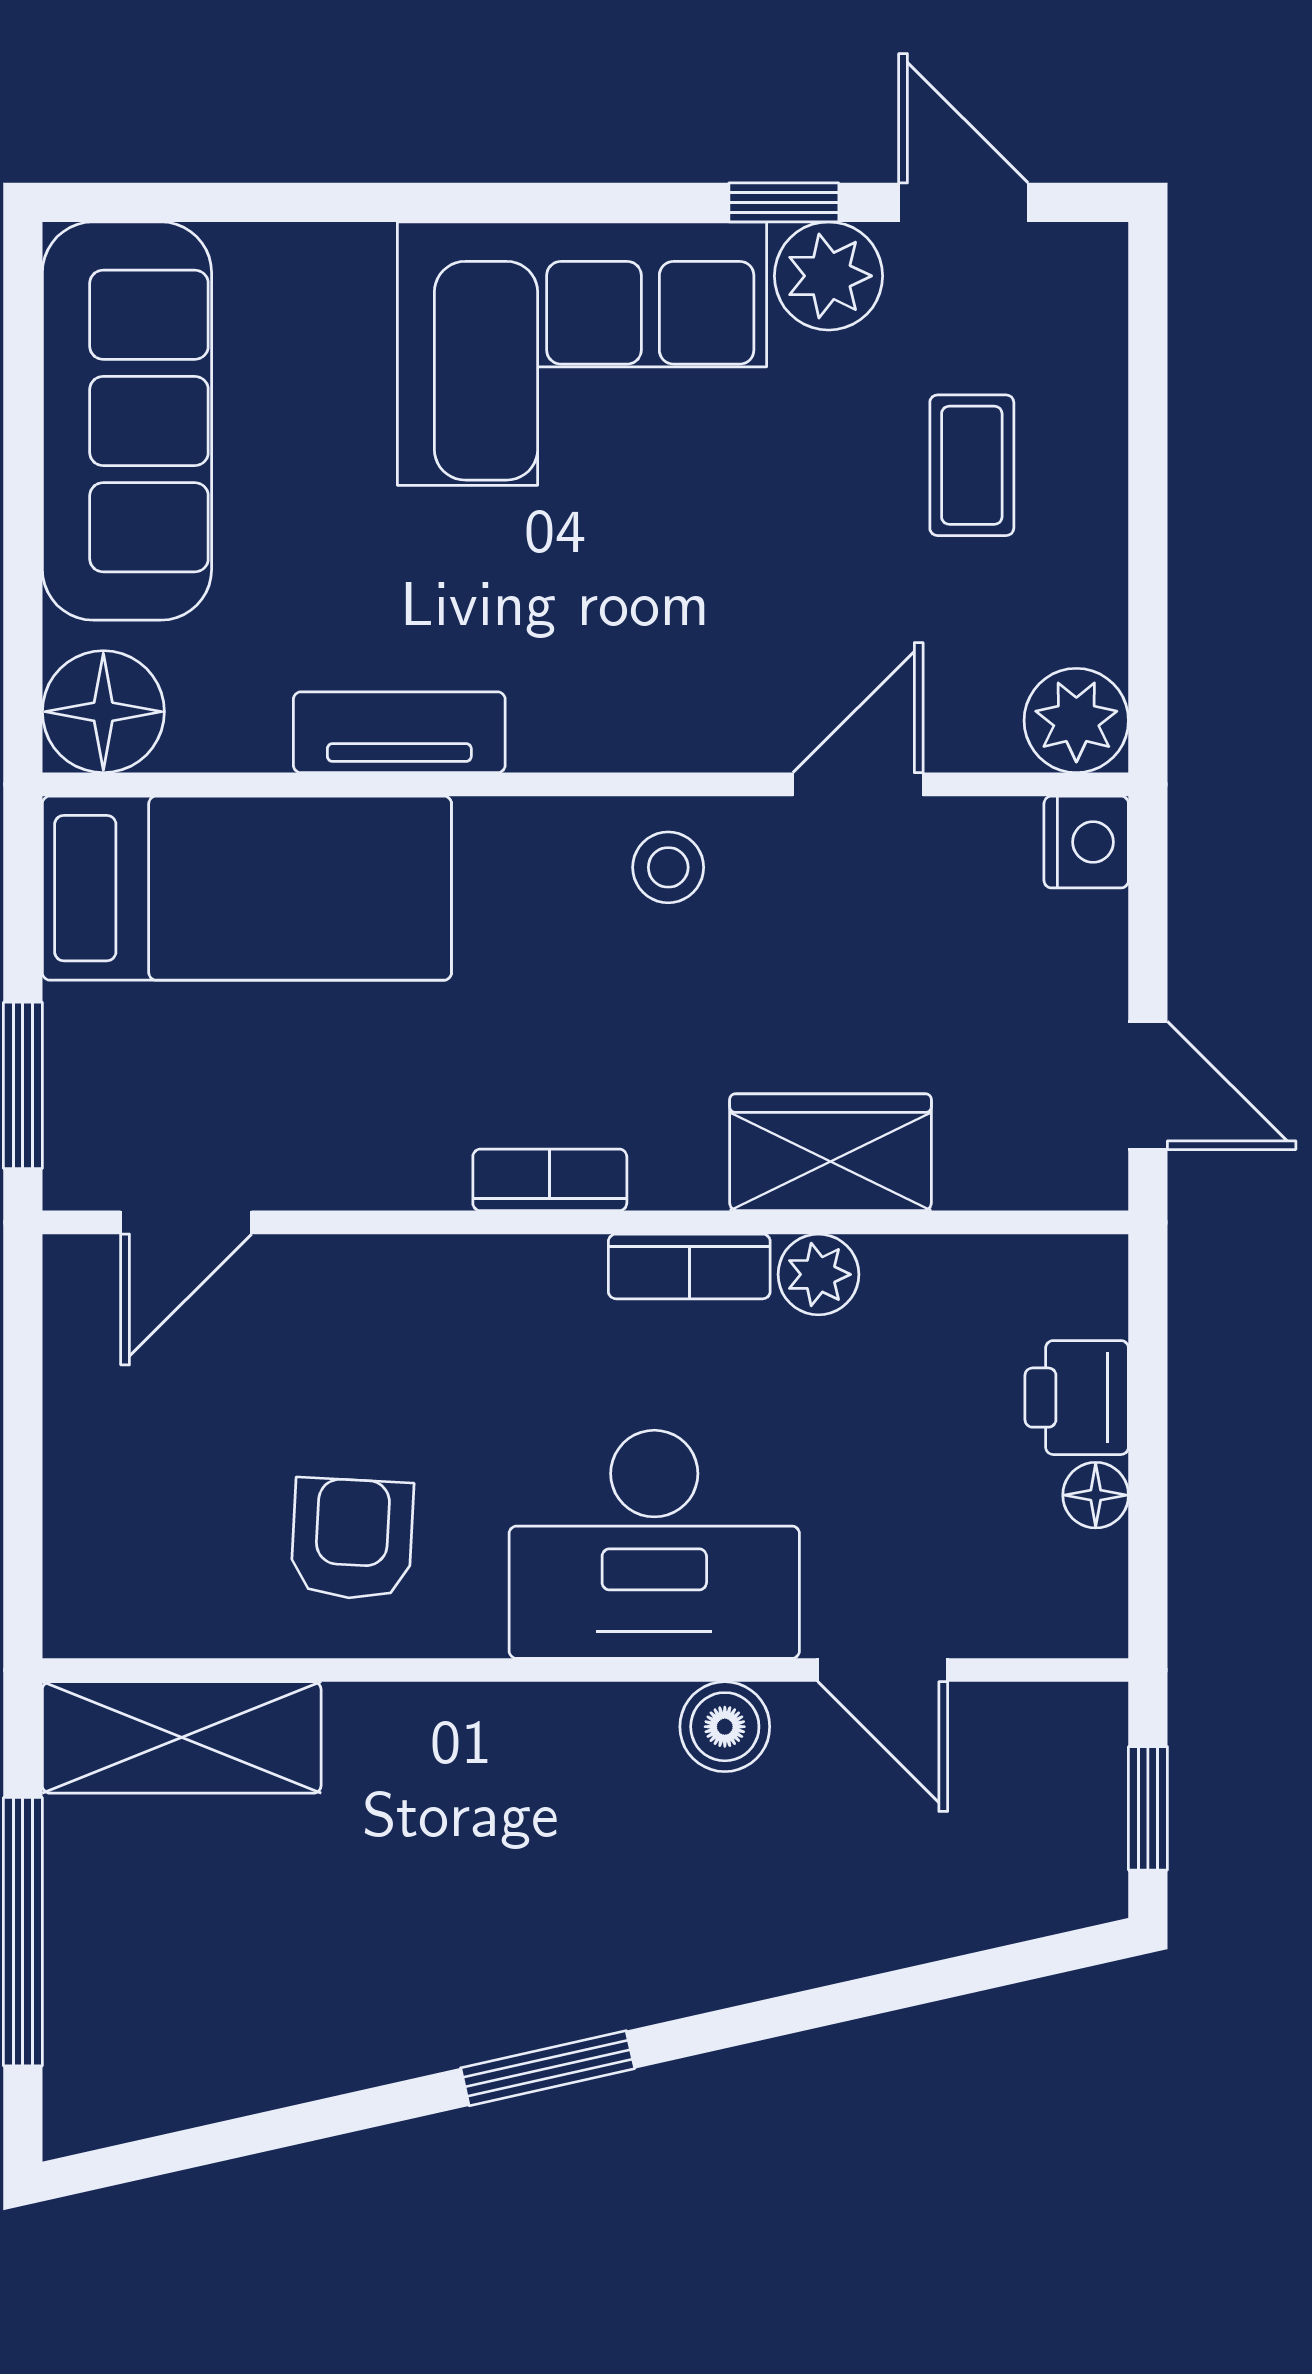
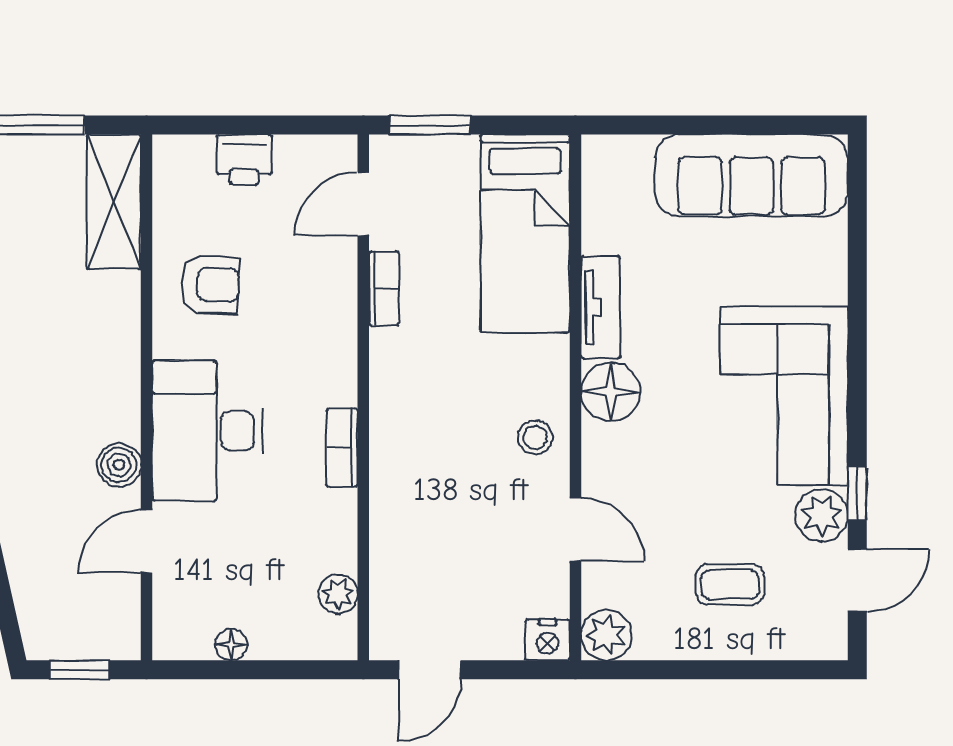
floor lamp: (103, 712) -> (611, 392), moved
wardrobe: (830, 1152) -> (397, 516), removed
bookcase: (550, 1180) -> (384, 288), moved
door: (186, 1222) -> (363, 204), hinge flipped
plant: (818, 1274) -> (338, 594), moved
printer: (1077, 1398) -> (244, 159), moved, turned 180

